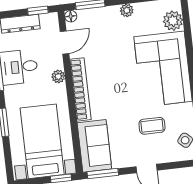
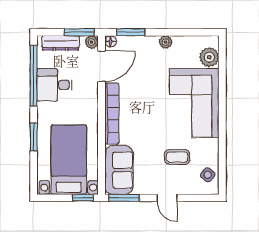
window: (38, 11) -> (79, 32), width x1.50
door: (64, 42) -> (101, 66), width x1.38
plant: (58, 76) -> (92, 42), moved

